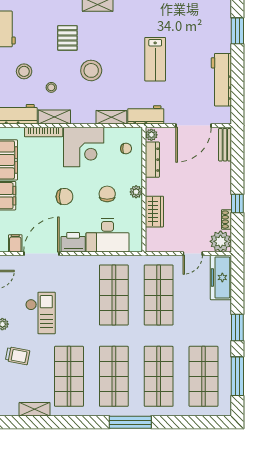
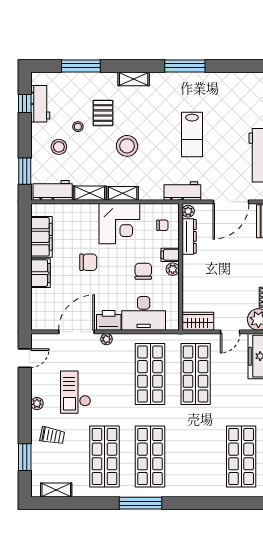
stool: (51, 87) -> (78, 127), moved
shelving: (111, 117) -> (123, 193), moved
bookcase: (44, 132) -> (79, 208), removed
chair: (64, 197) -> (88, 262), moved
wardrobe: (154, 212) -> (198, 321), moved, turned -90
filing cabinet: (15, 243) -> (170, 255), moved, turned -90
plant: (71, 261) -> (106, 339), added
checkout: (40, 313) -> (75, 392), turned 180
shop shelf: (159, 376) -> (196, 456), removed
shelving: (35, 409) -> (56, 490), moved
window: (130, 422) -> (140, 503), moved

